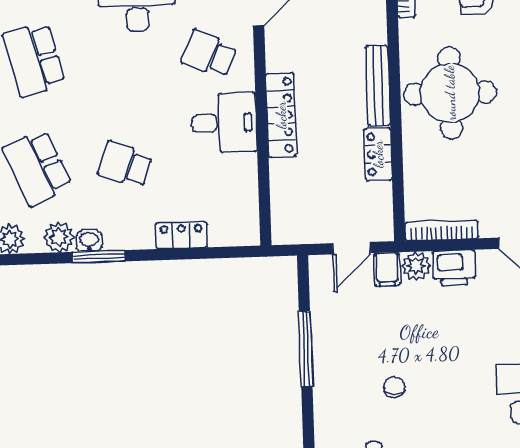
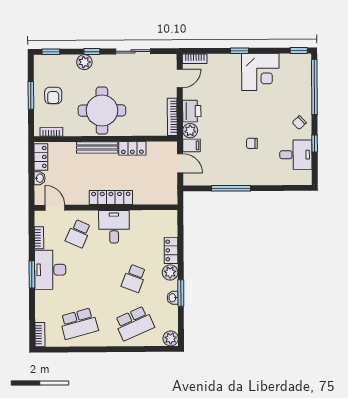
plant: (59, 237) -> (170, 272), moved

